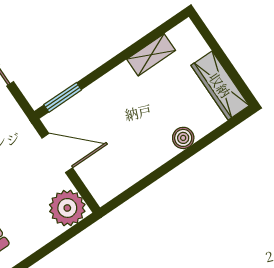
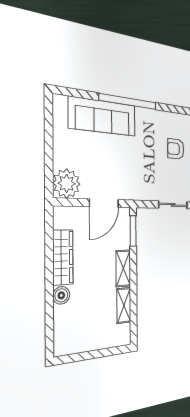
shelving: (112, 82) -> (123, 268), added
wardrobe: (220, 85) -> (63, 257), moved, turned 90

